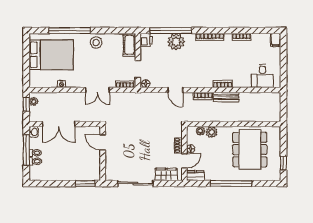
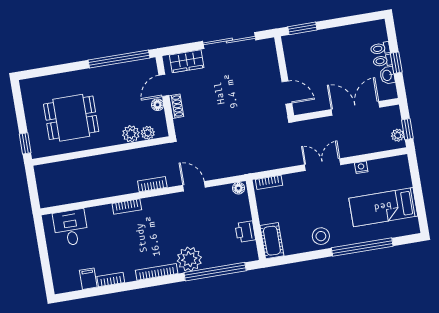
printer: (146, 40) -> (245, 232), moved
filing cabinet: (276, 40) -> (88, 279), moved
plant: (176, 42) -> (189, 259), moved
bed: (51, 55) -> (383, 207), width x0.67
doorway: (138, 69) -> (254, 207), removed
double door: (97, 90) -> (323, 165), moved
bench: (226, 97) -> (119, 188), removed
washbasin: (34, 132) -> (387, 75), moved
window: (26, 150) -> (396, 63), width x0.46
dining table: (250, 150) -> (71, 118), width x0.73
window: (283, 163) -> (25, 143), moved
dresser: (196, 176) -> (144, 67), removed
window: (231, 183) -> (119, 59), moved

